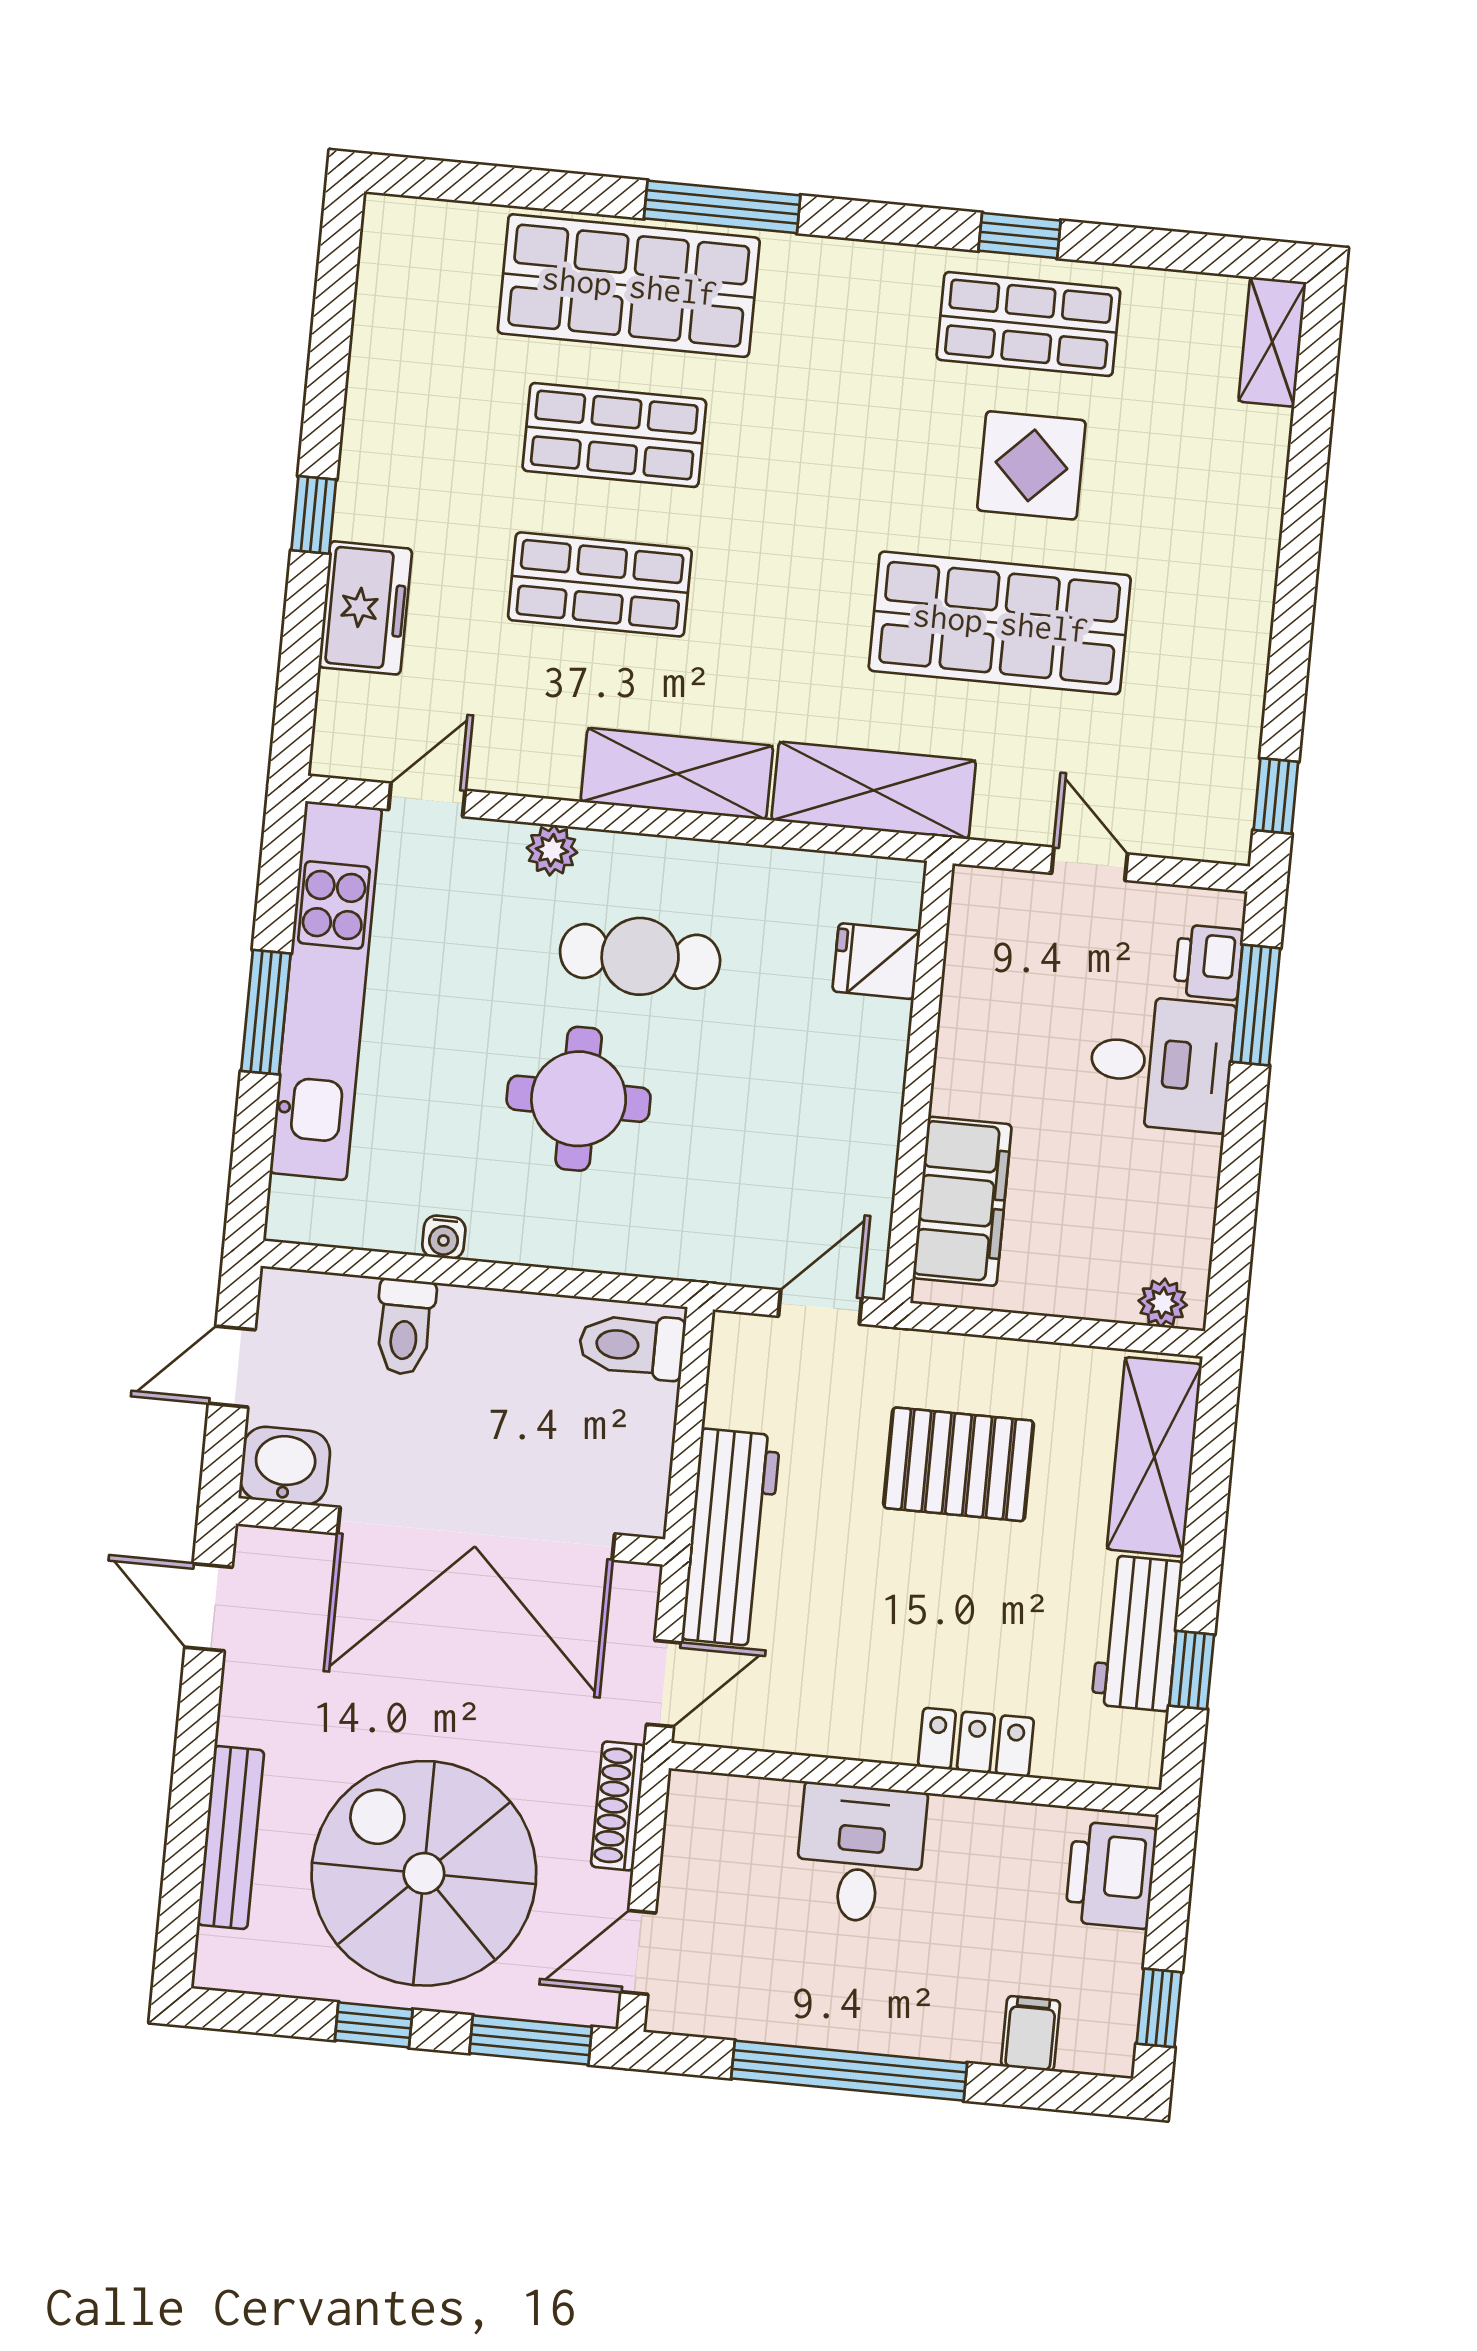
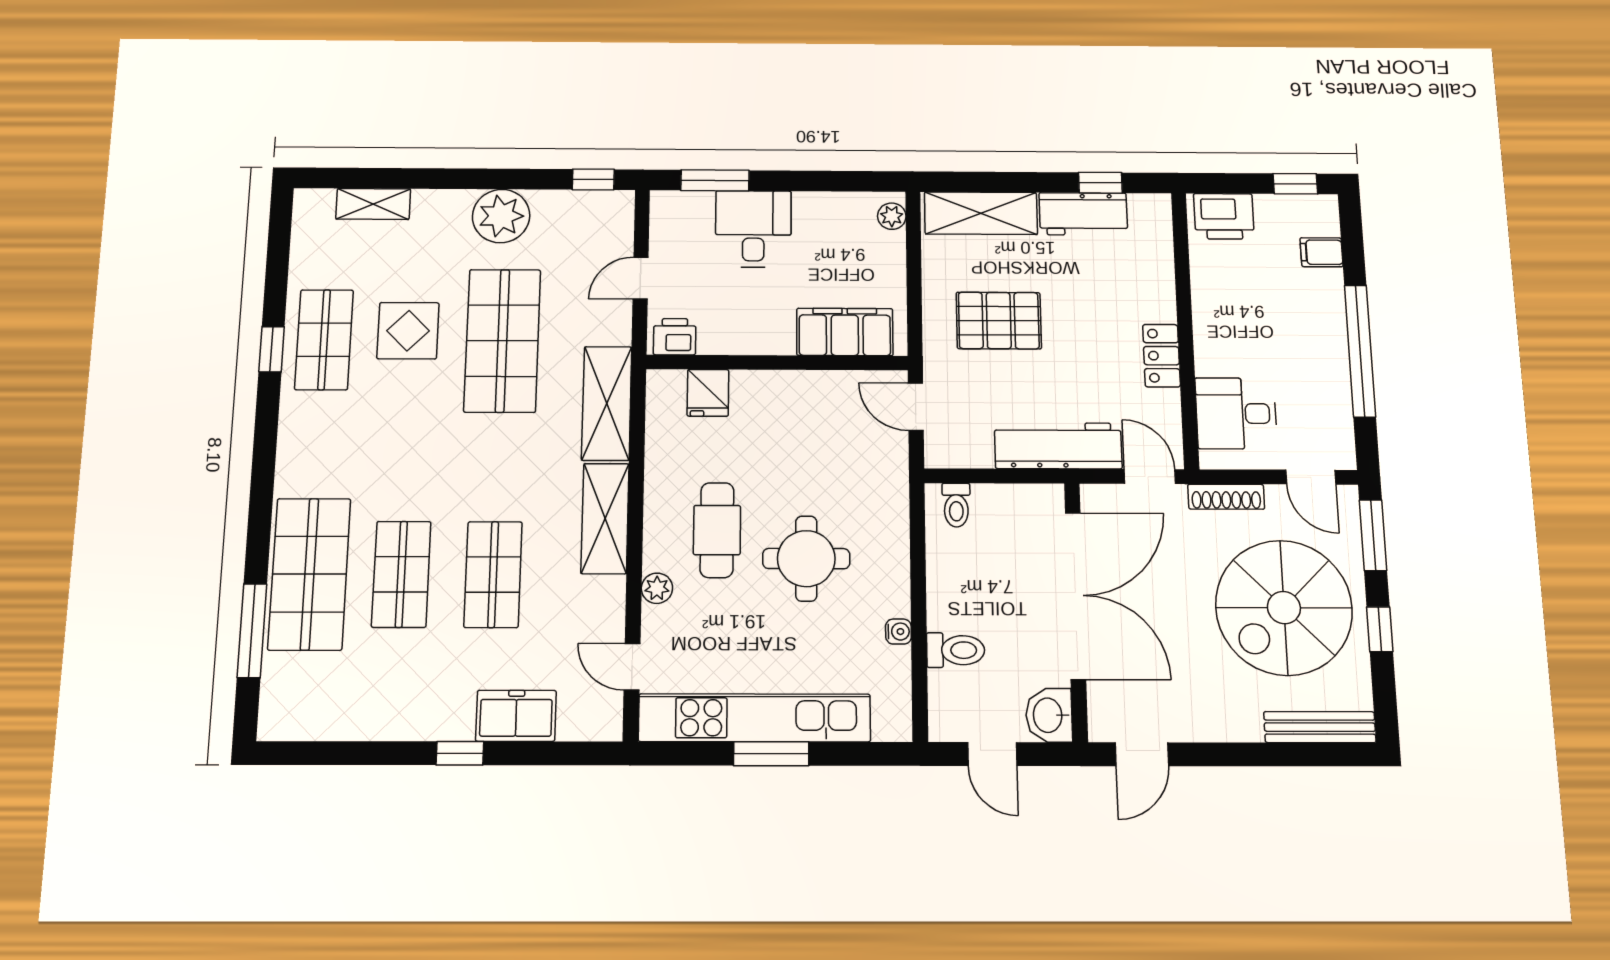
window: (722, 207) -> (252, 631), moved
shelving: (1272, 342) -> (373, 204), moved
plant: (1223, 634) -> (501, 216), added
printer: (1208, 962) -> (675, 337), moved, turned 180
toilet: (632, 1346) -> (956, 505), width x0.73, depth x0.72
pallet: (959, 1464) -> (999, 321), turned 90
locker: (976, 1742) -> (1161, 356), moved
bench: (231, 1838) -> (1320, 727), moved
desk: (860, 1854) -> (1236, 413), moved

